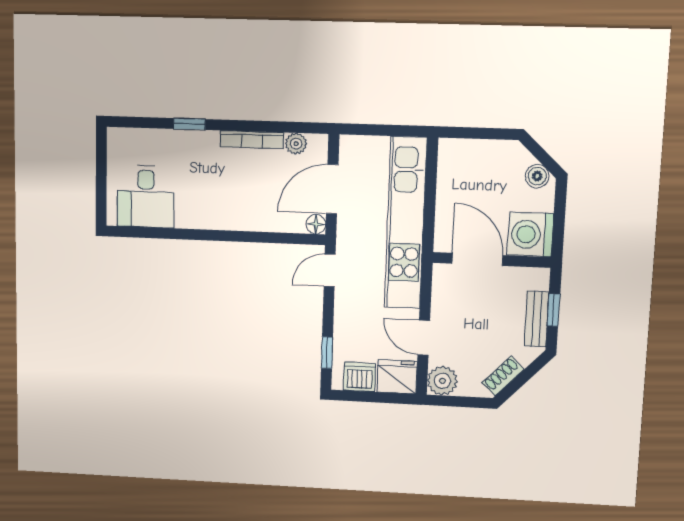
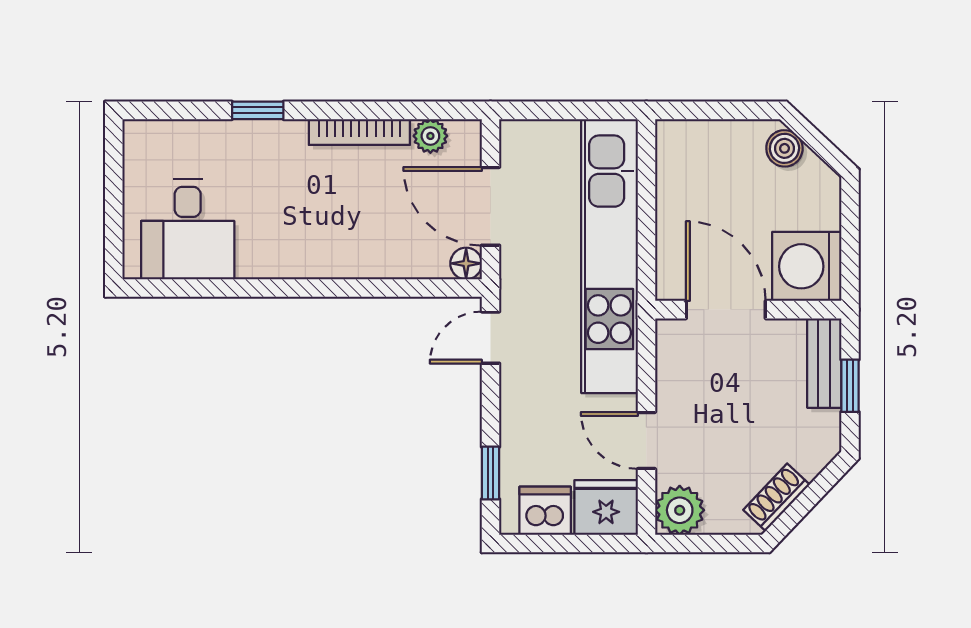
boiler: (537, 176) -> (784, 148), moved
door: (332, 189) -> (491, 206), hinge flipped
bench: (537, 319) -> (824, 363), moved

